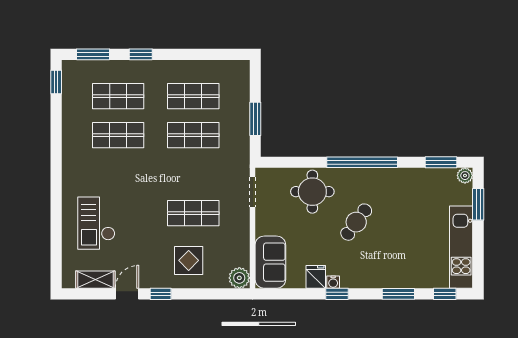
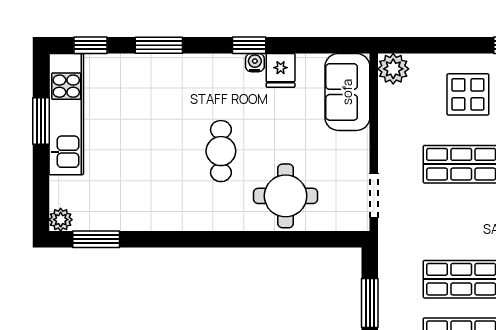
window: (362, 162) -> (212, 239), removed
window: (478, 204) -> (41, 121), moved
cafe table: (356, 222) -> (221, 151), turned -36

